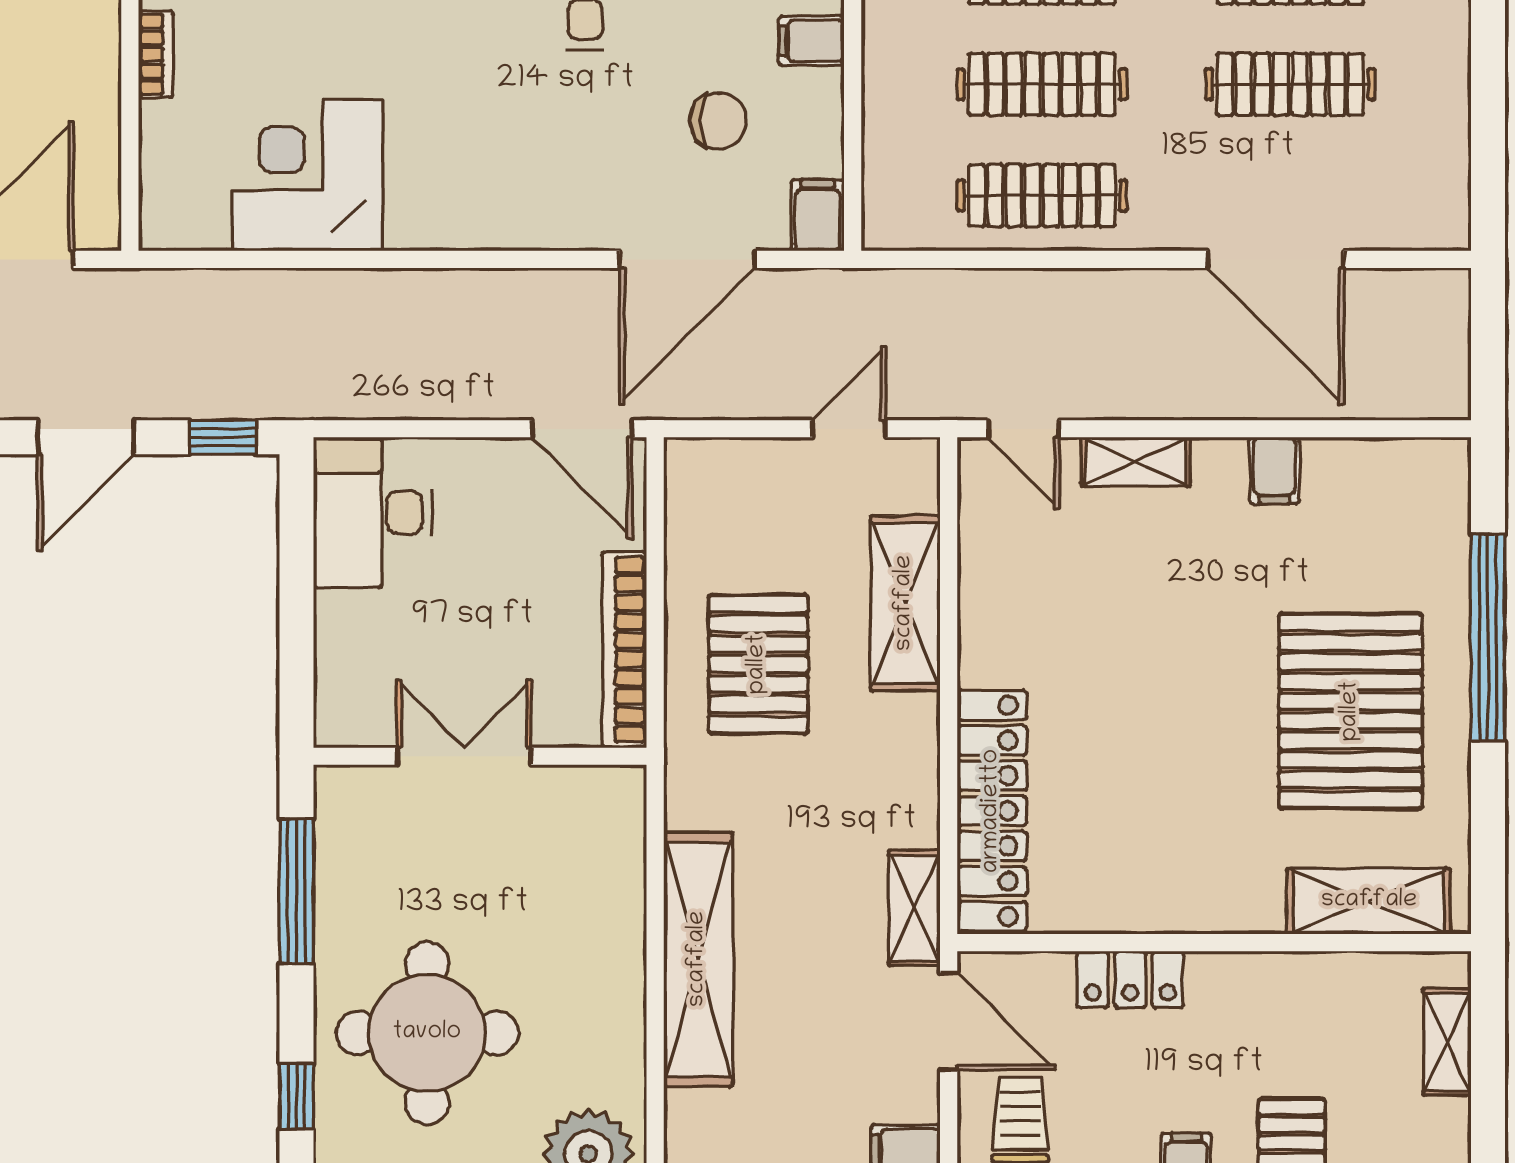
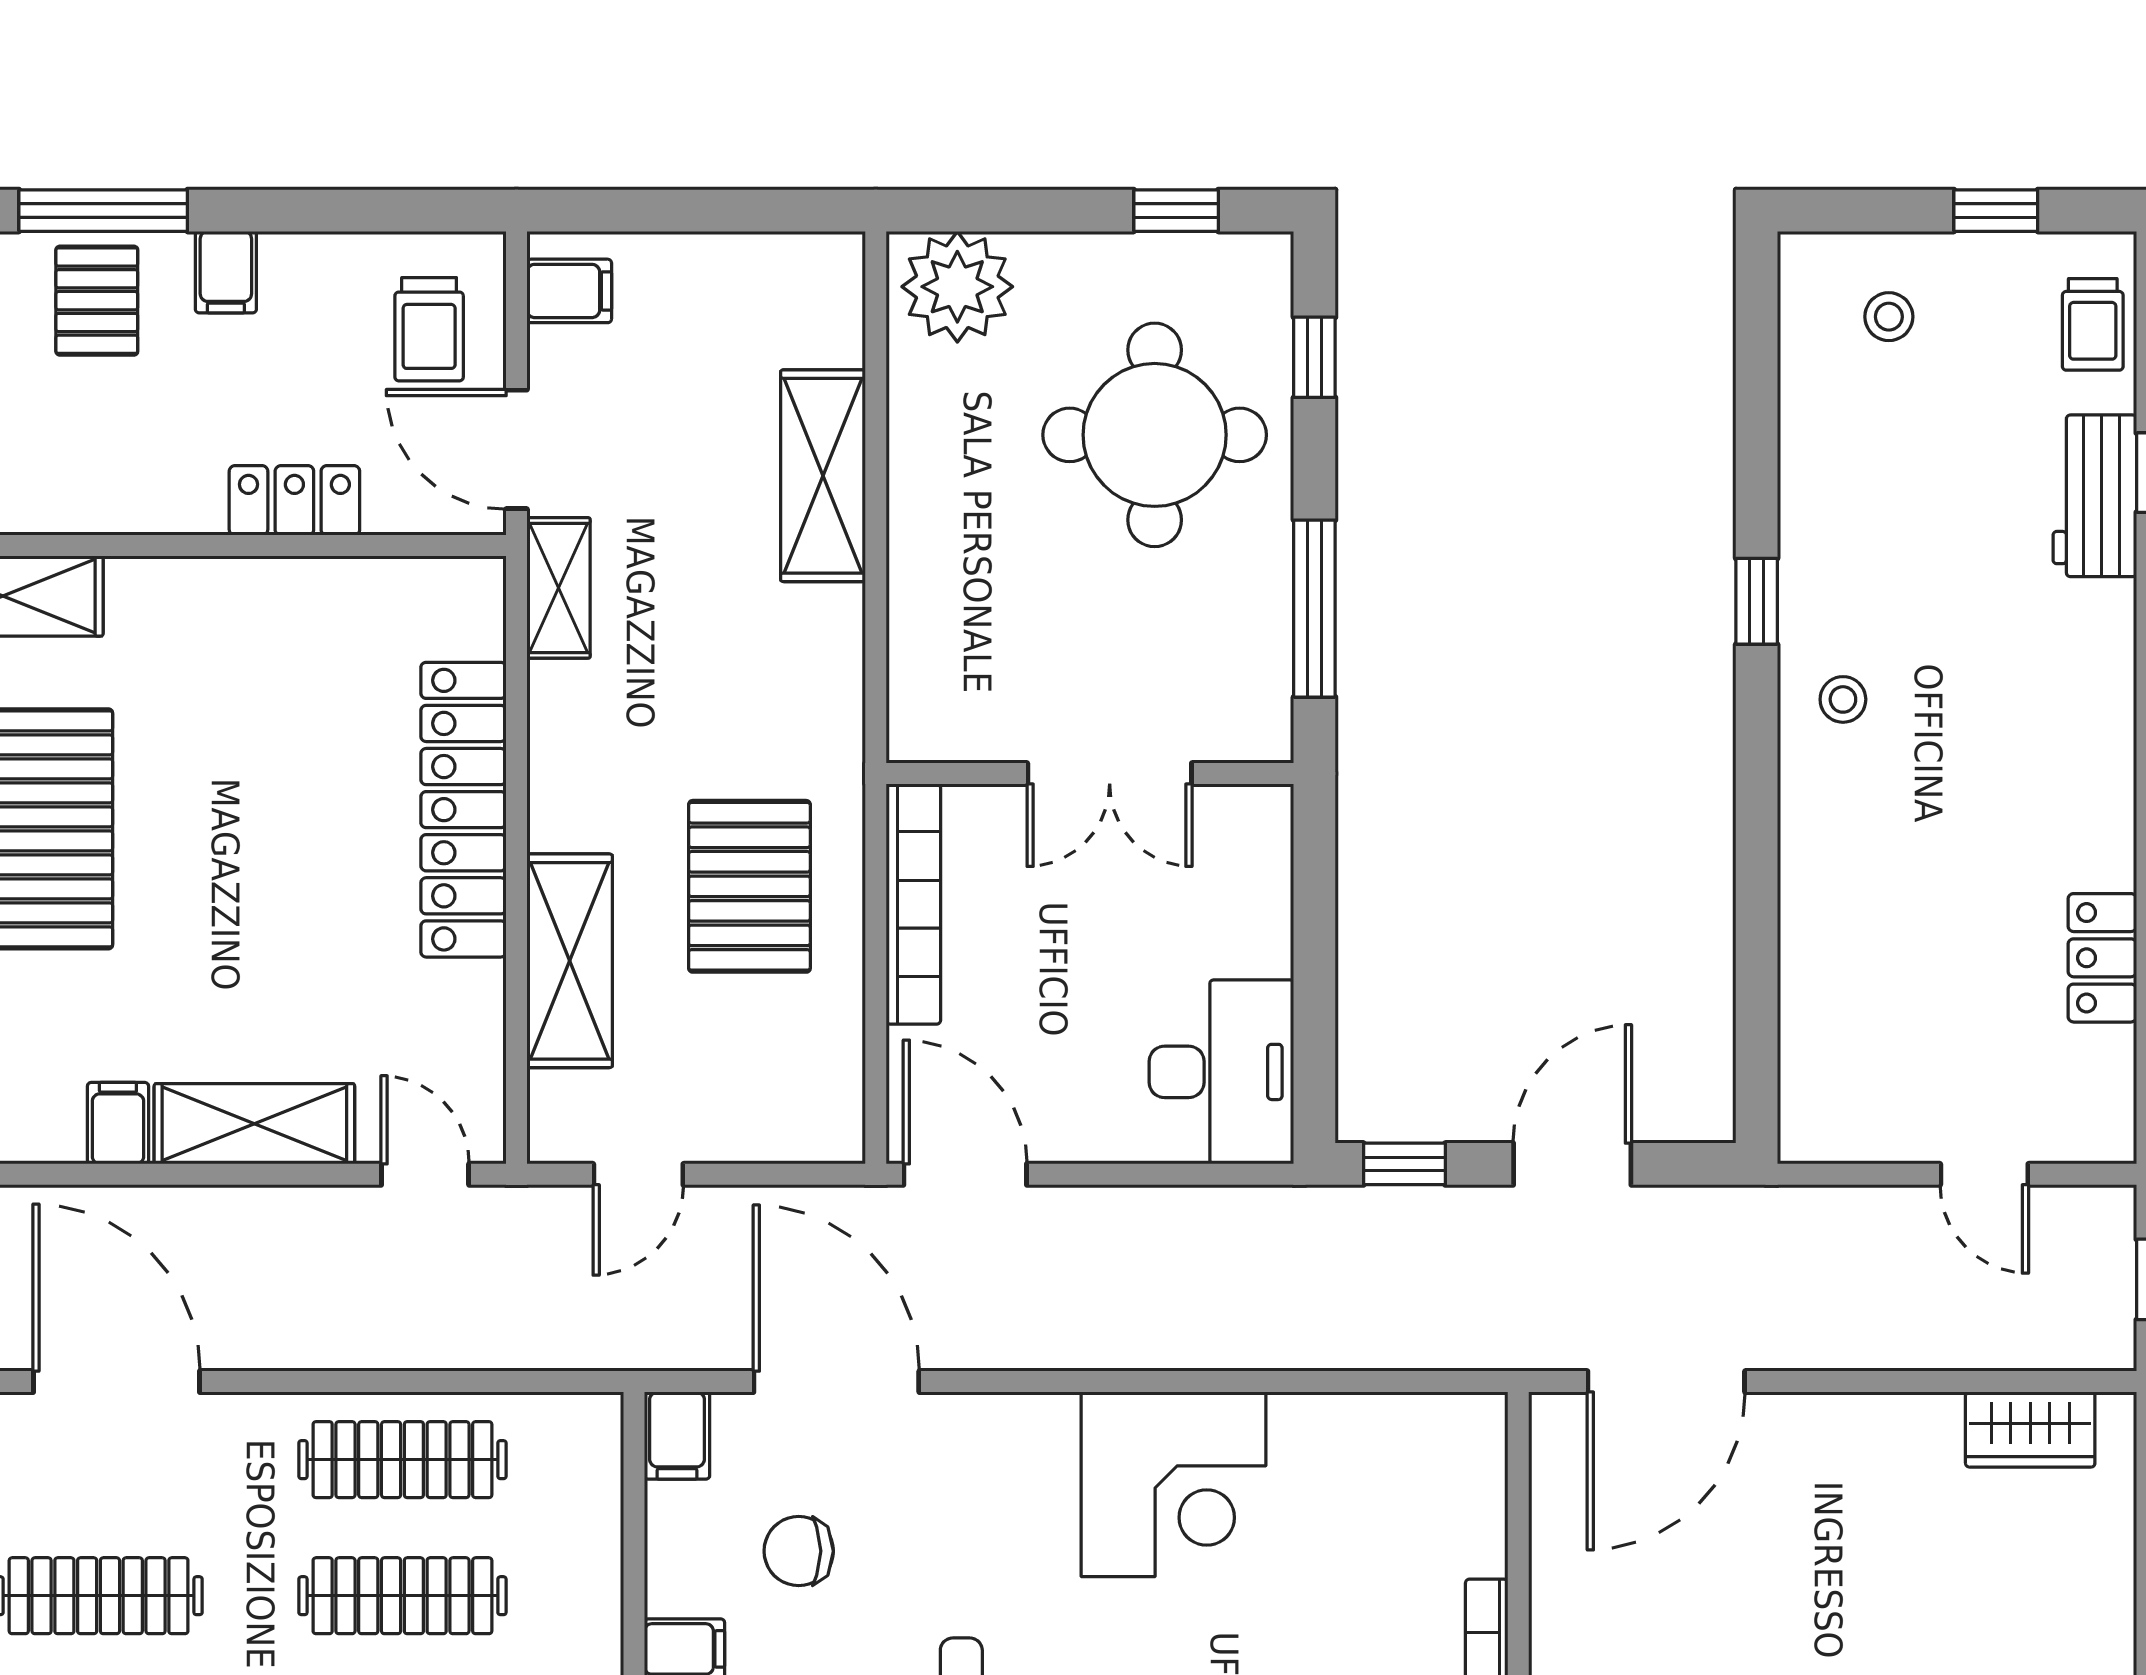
corner desk: (308, 175) -> (1174, 1484), moved
door: (687, 259) -> (836, 1382), hinge flipped
shelving: (1136, 462) -> (254, 1124), width x1.50, depth x1.33
locker: (992, 811) -> (463, 810), moved
shelving: (698, 959) -> (823, 476), width x0.68

